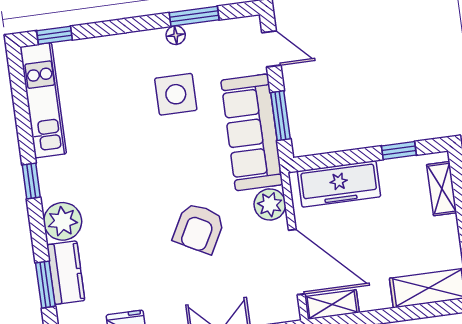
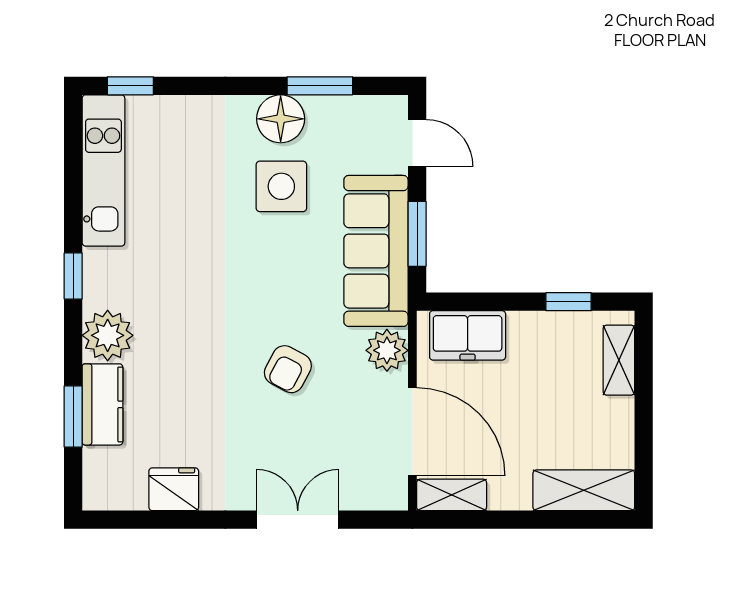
floor lamp: (176, 35) -> (281, 119), width x1.89, depth x1.89
freezer: (339, 184) -> (468, 335), width x0.71
armchair: (199, 228) -> (288, 369), width x0.72, depth x0.72

